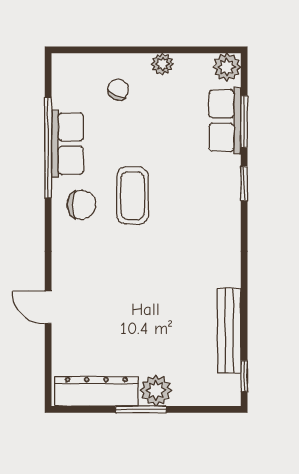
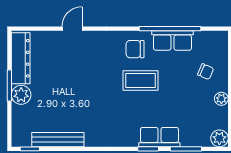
row of seats: (225, 121) -> (159, 137), moved
chair: (81, 205) -> (135, 49), turned 90

